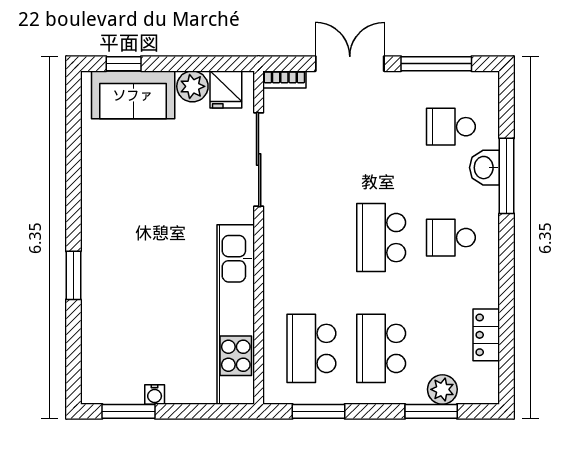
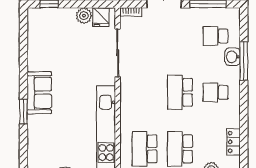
sofa: (133, 95) -> (39, 93), moved, turned -90

